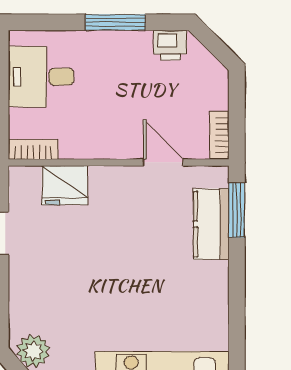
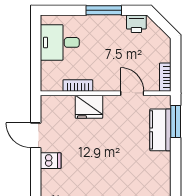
bookcase: (33, 149) -> (78, 85), moved
fridge: (65, 185) -> (89, 107), moved
dishwasher: (26, 276) -> (51, 161), added

